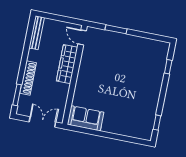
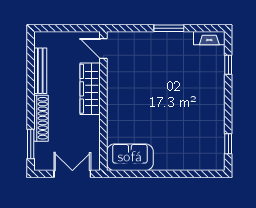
window: (116, 29) -> (169, 28), moved
bench: (37, 33) -> (40, 71), moved
fireplace: (159, 45) -> (209, 38), added

